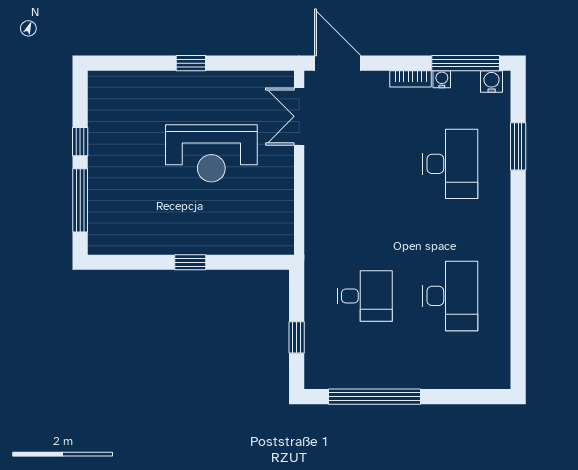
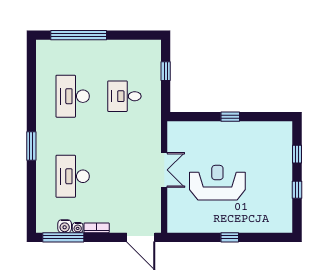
water cooler: (492, 82) -> (65, 226), moved
double door: (299, 116) -> (164, 170), moved
window: (518, 146) -> (31, 146), moved
window: (80, 200) -> (297, 154), width x0.46
window: (374, 397) -> (79, 35), moved

